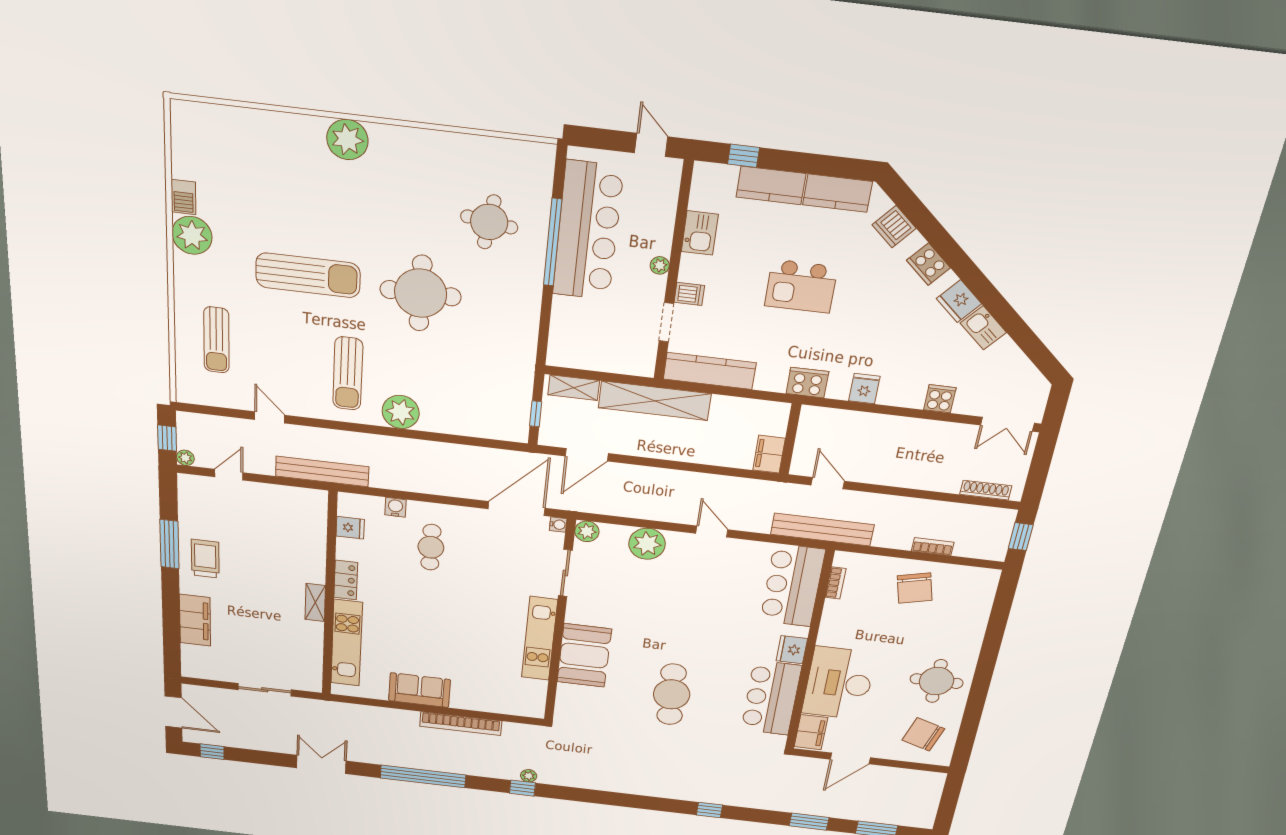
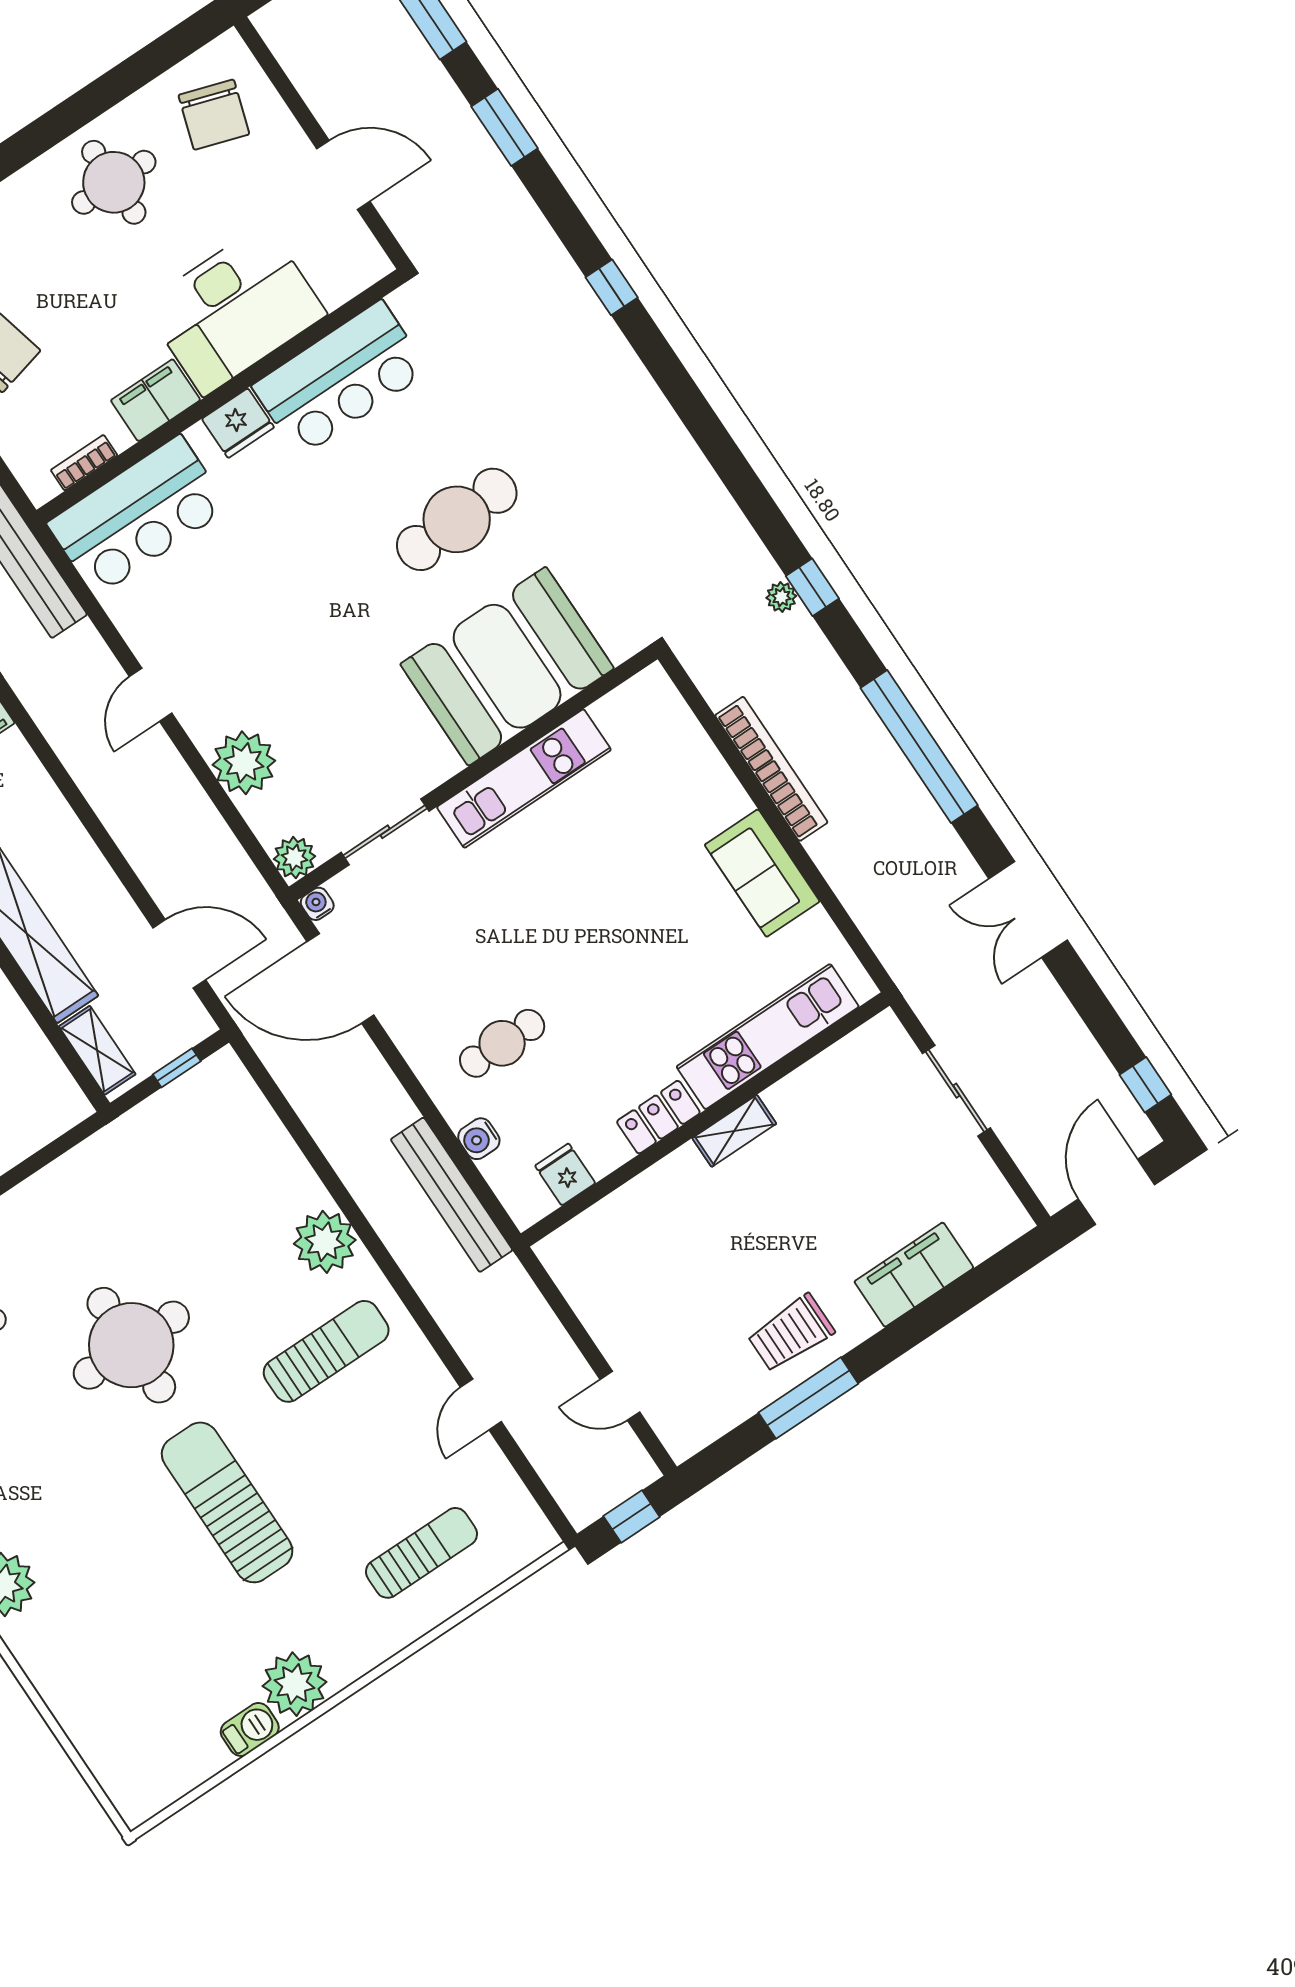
plant: (185, 458) -> (643, 1471), removed
bench: (322, 471) -> (452, 1195), moved
booth: (584, 655) -> (507, 666), width x1.36, depth x1.42
filing cabinet: (811, 732) -> (156, 400), moved

